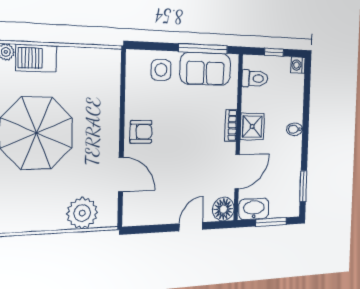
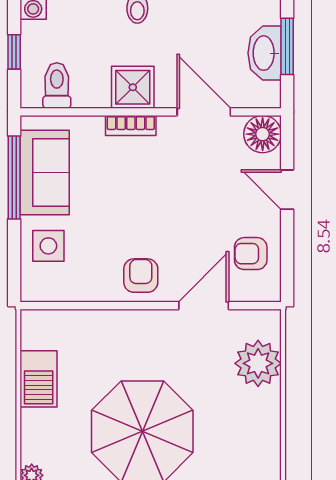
barbecue: (36, 58) -> (39, 379), moved
armchair: (153, 205) -> (251, 254), added
washbasin: (254, 209) -> (265, 53), moved

